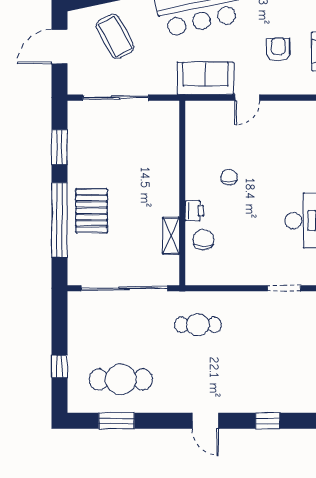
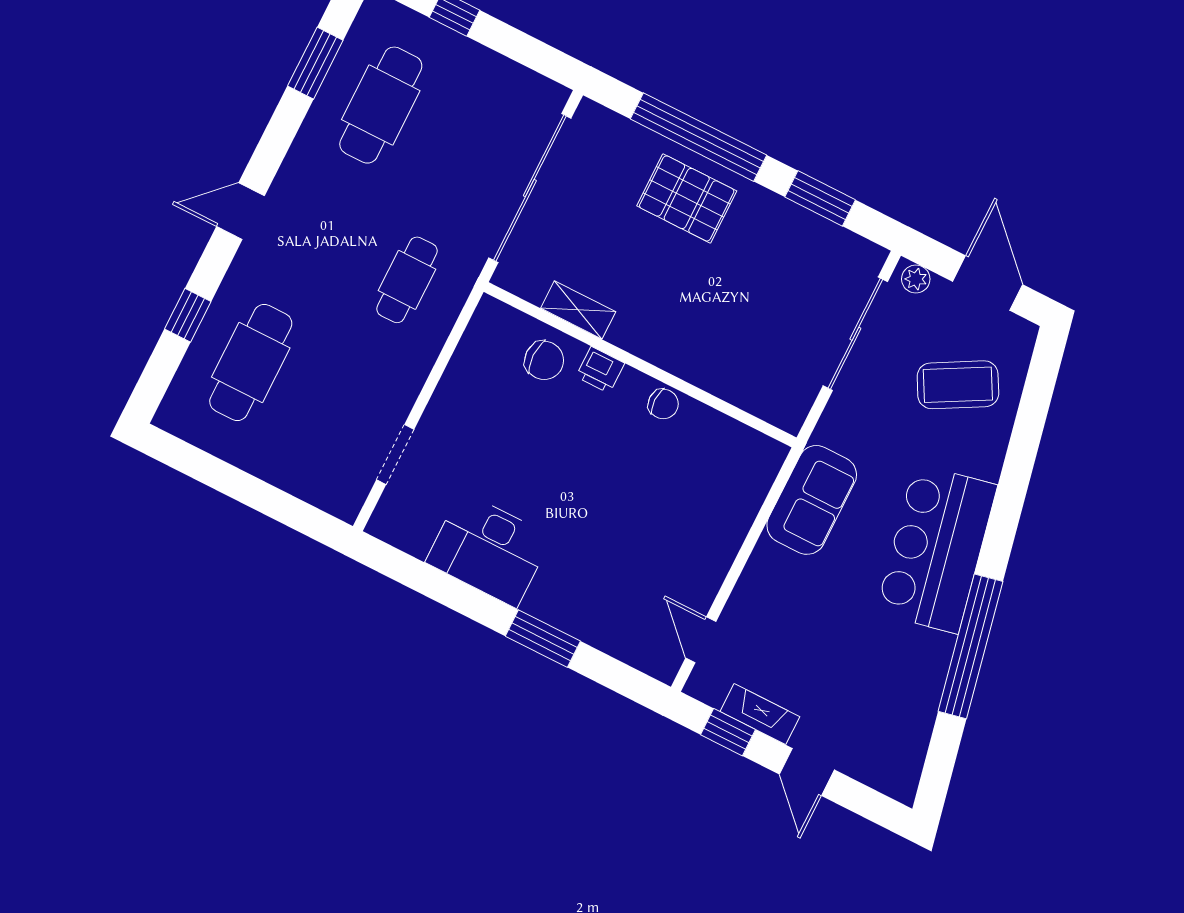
armchair: (278, 49) -> (799, 645), removed
plant: (75, 82) -> (916, 279), added
door: (247, 98) -> (701, 640), moved
chair: (229, 177) -> (663, 404), moved
cafe table: (275, 379) -> (251, 362), added

